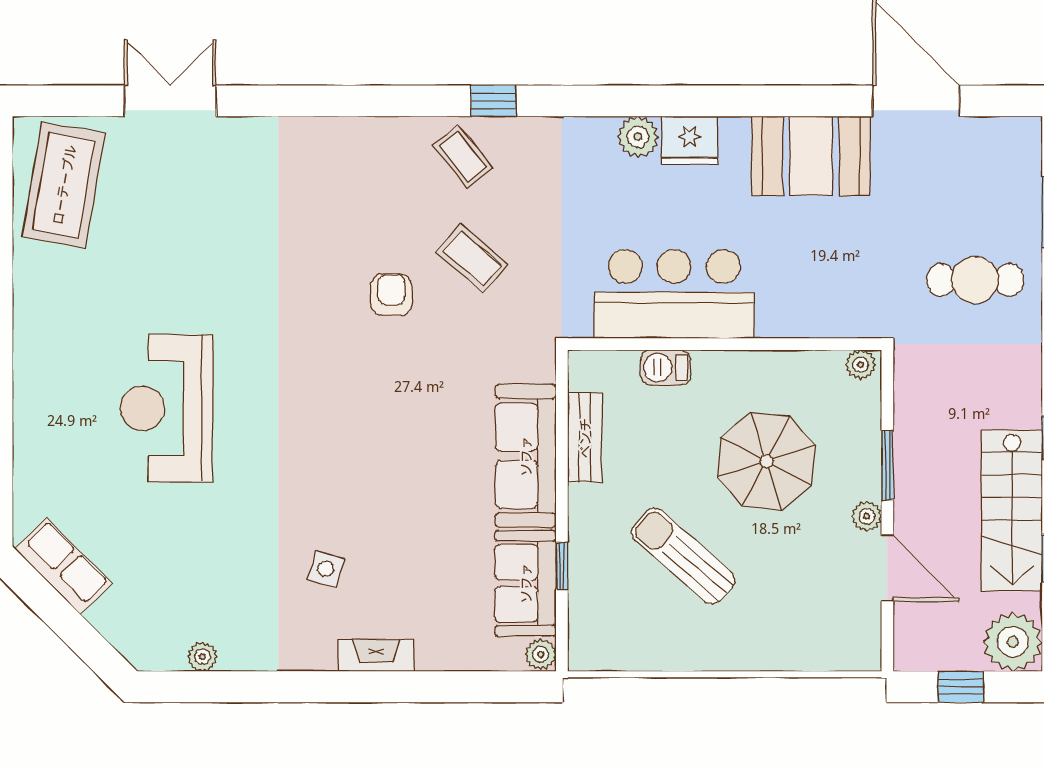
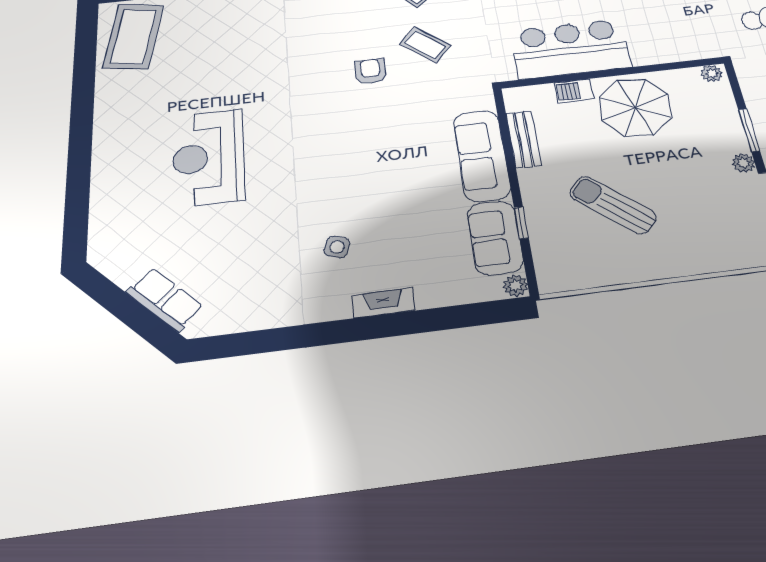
parasol: (766, 461) -> (635, 107), moved
row of seats: (63, 566) -> (165, 299), moved
plant: (202, 657) -> (241, 322), removed

